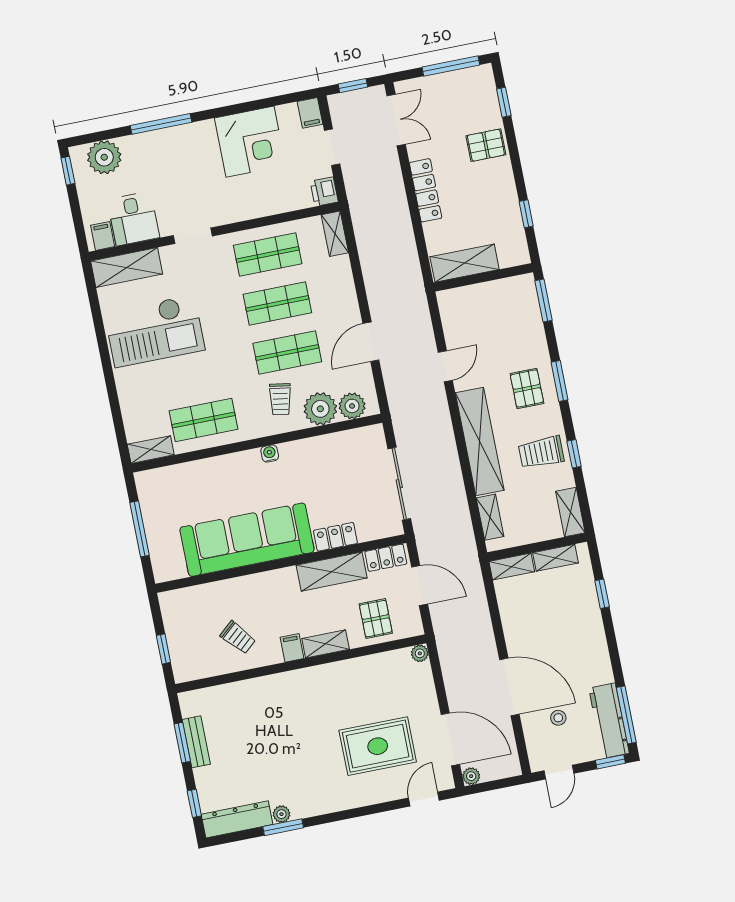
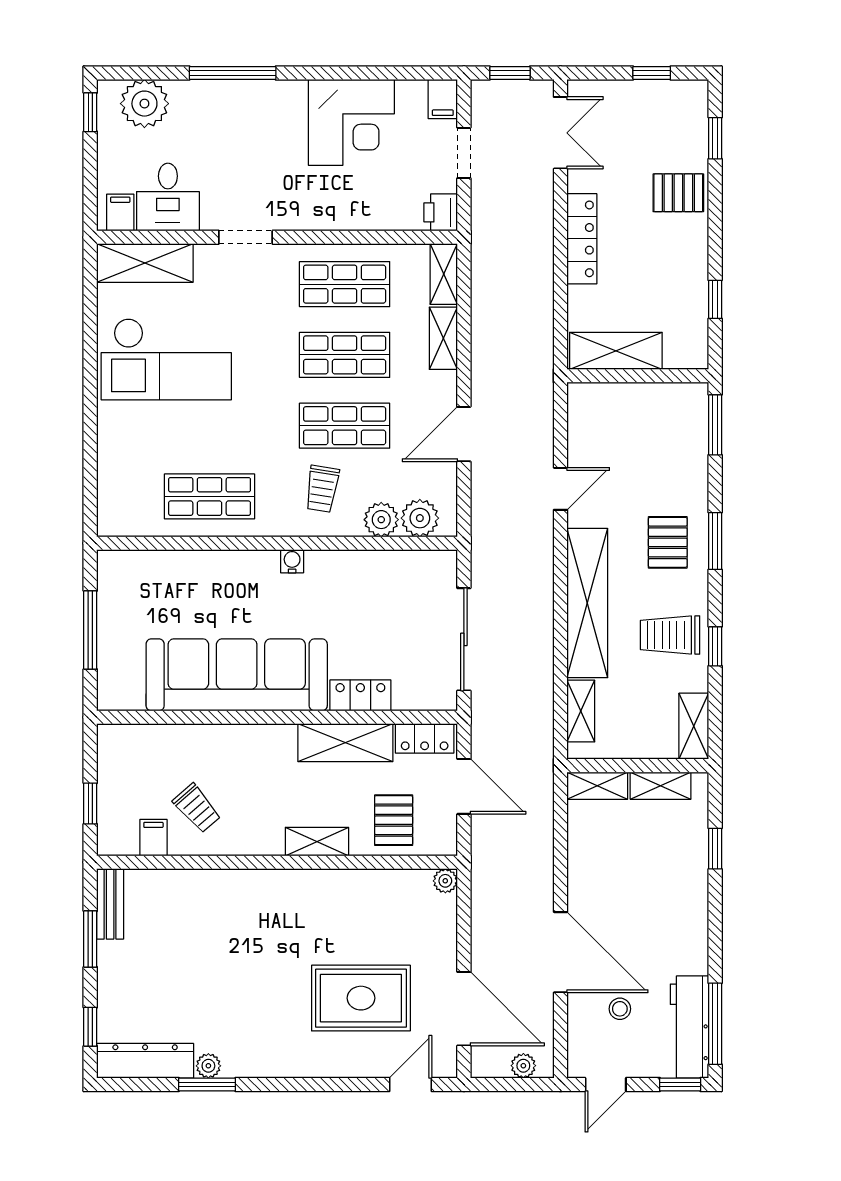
window: (451, 66) -> (652, 73), width x0.46
plant: (320, 409) -> (381, 520), width x0.73, depth x0.73
shelving: (151, 450) -> (443, 338), moved, turned 90
filing cabinet: (292, 648) -> (153, 838), moved
bench: (196, 742) -> (110, 904), moved
plant: (471, 776) -> (523, 1066), moved

